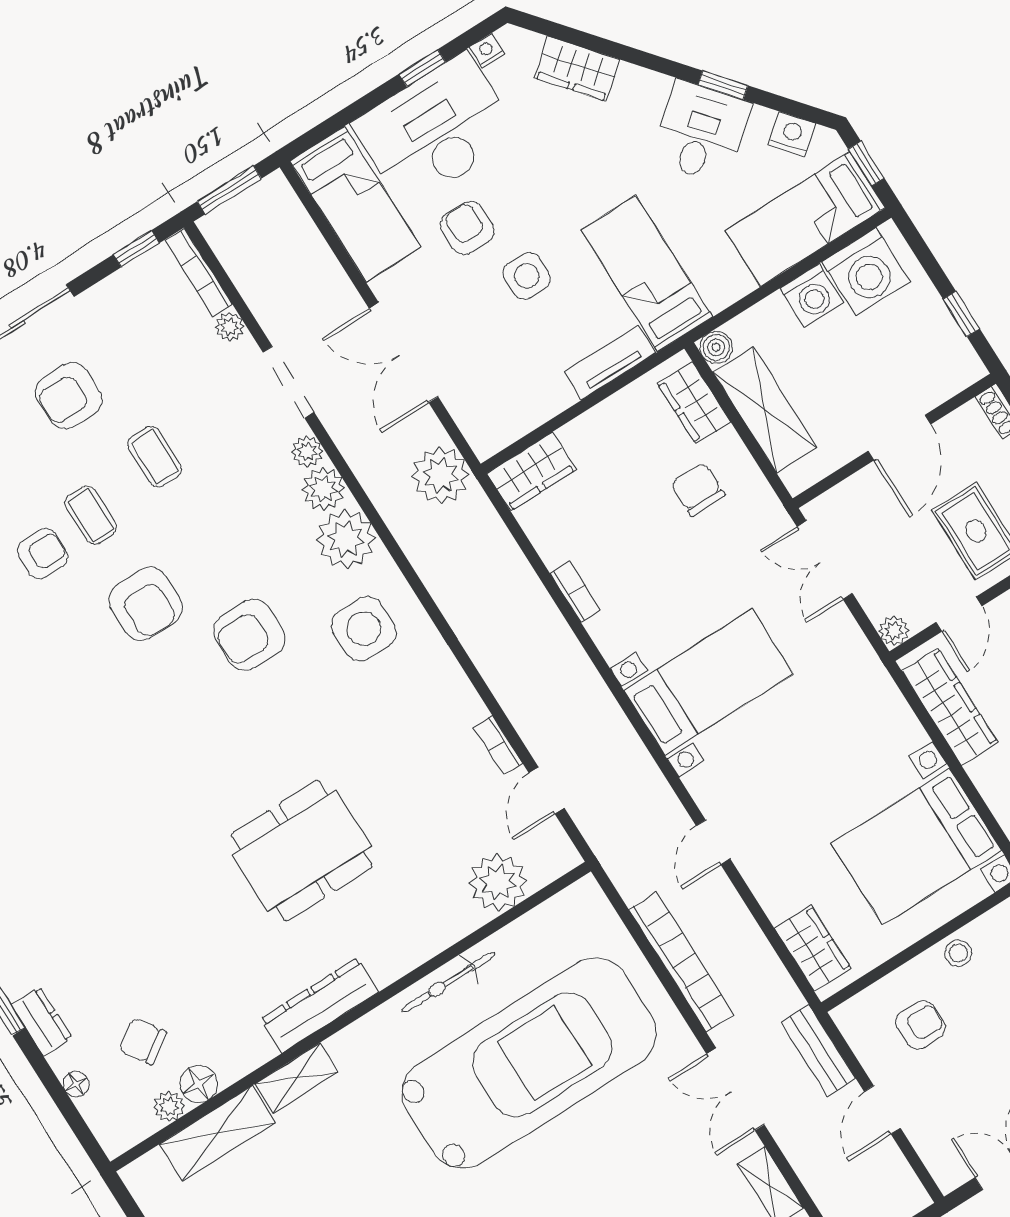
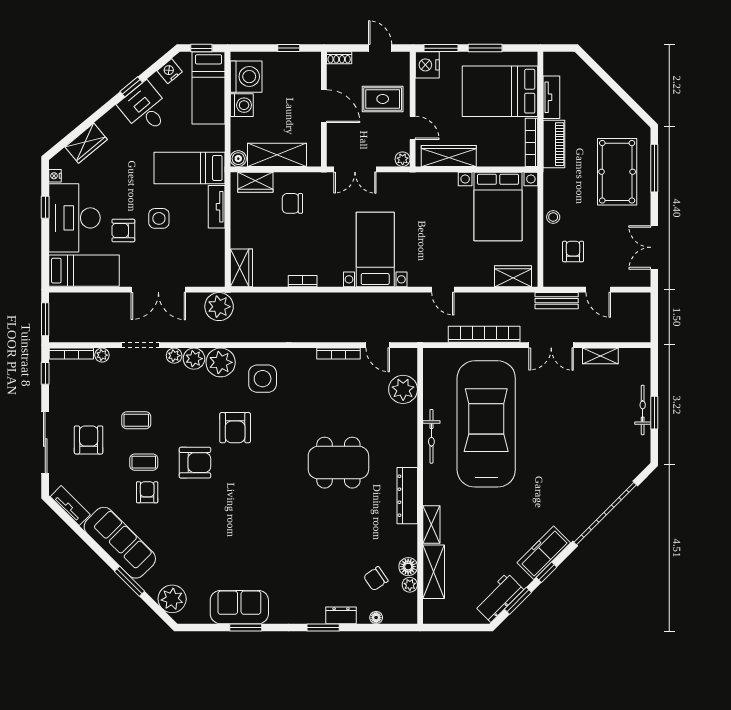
armchair: (69, 396) -> (89, 440), turned 180
bookcase: (498, 745) -> (338, 353), width x1.56
dining table: (302, 851) -> (338, 463), turned 90

